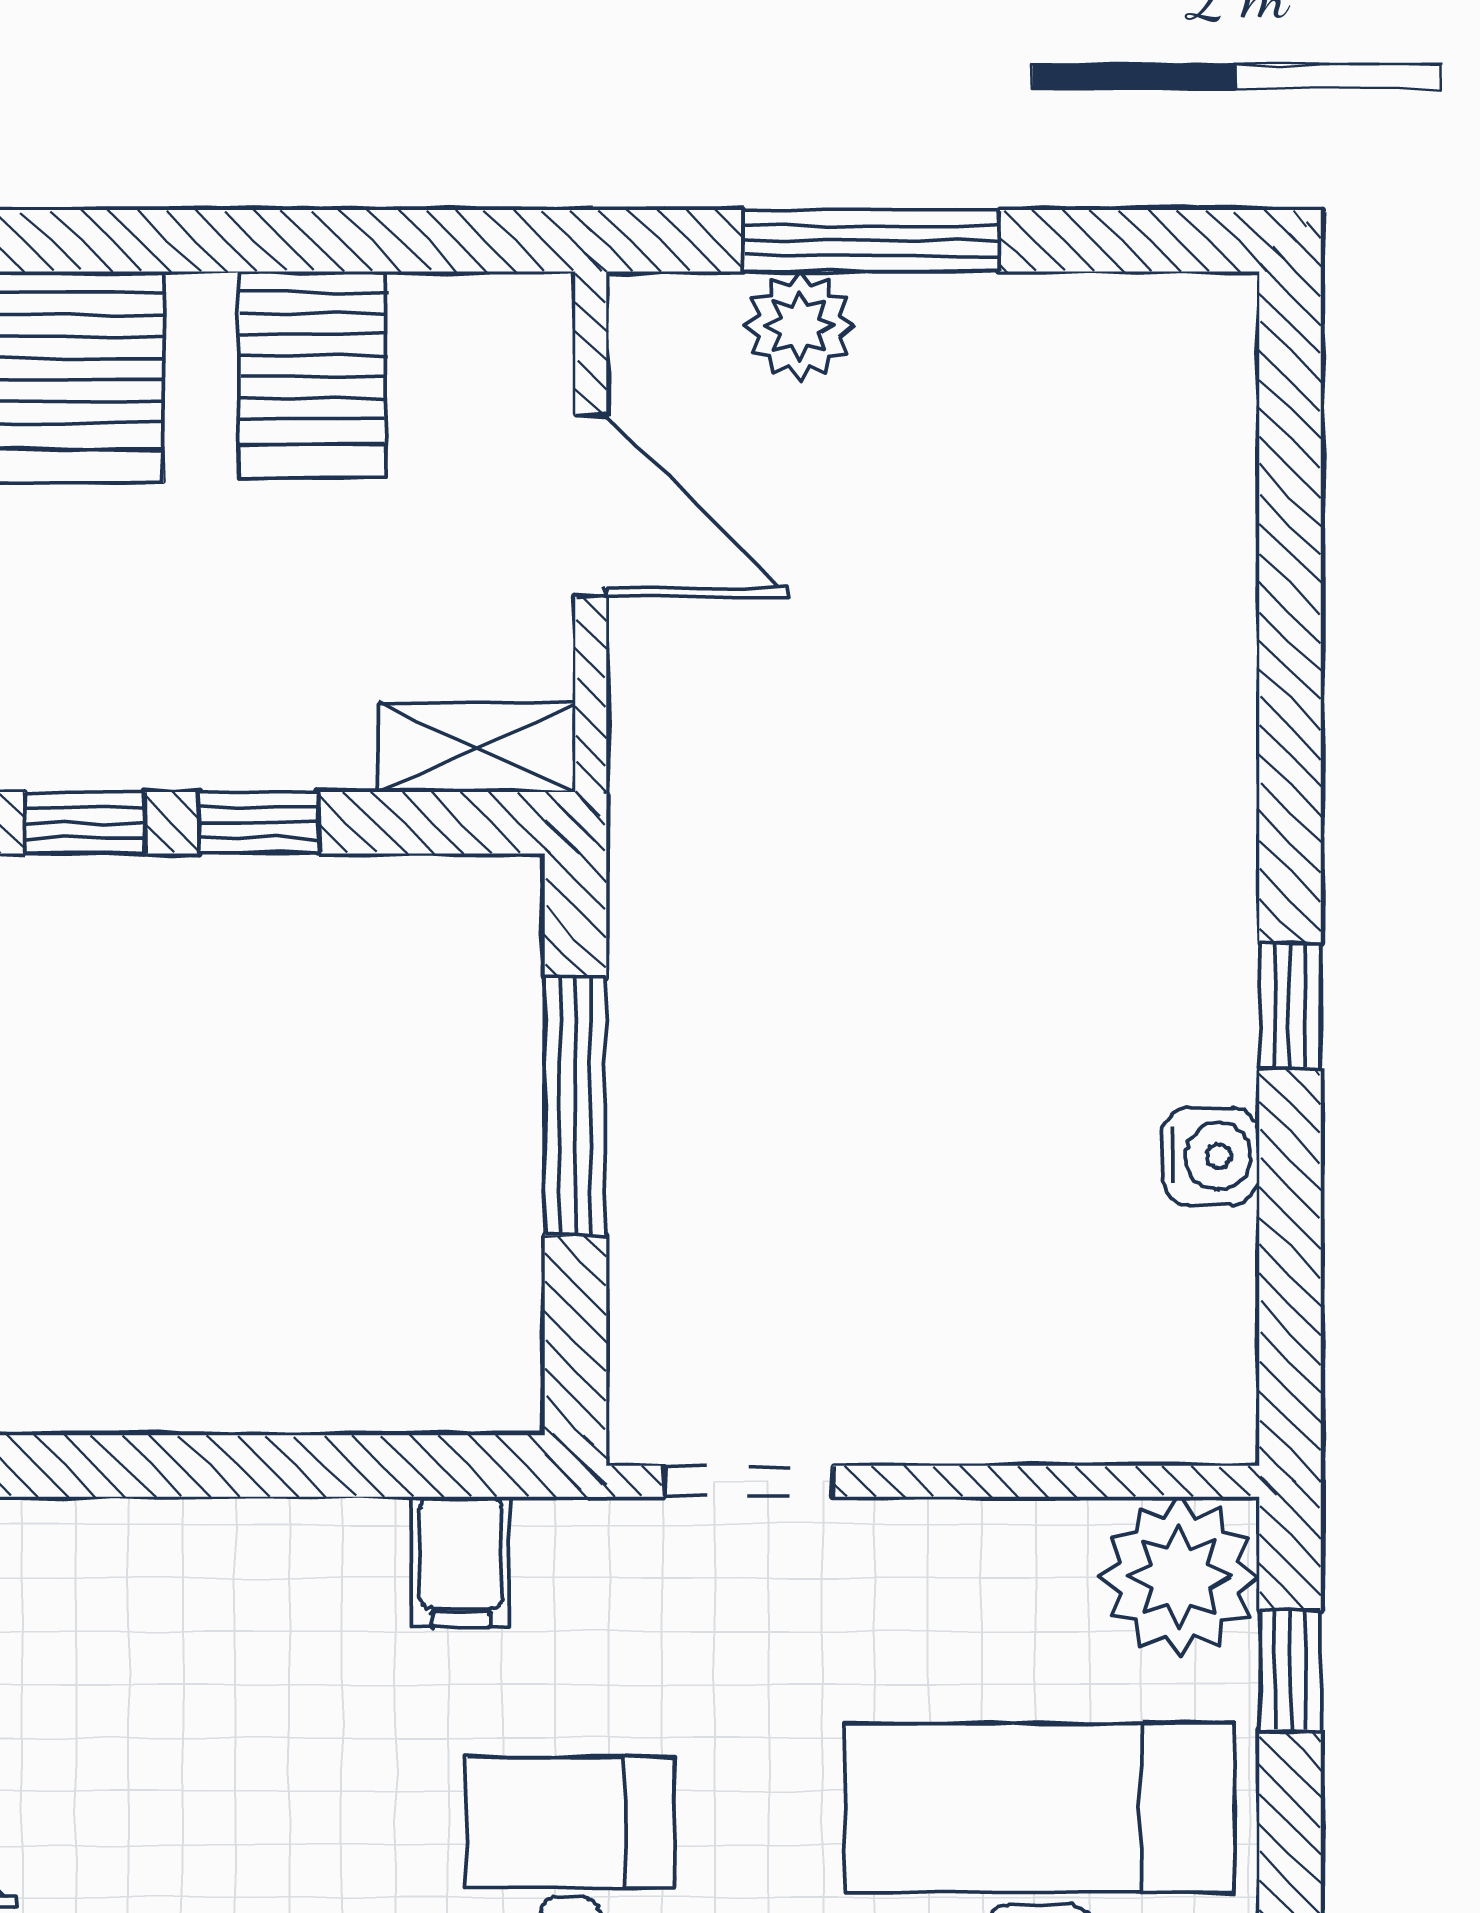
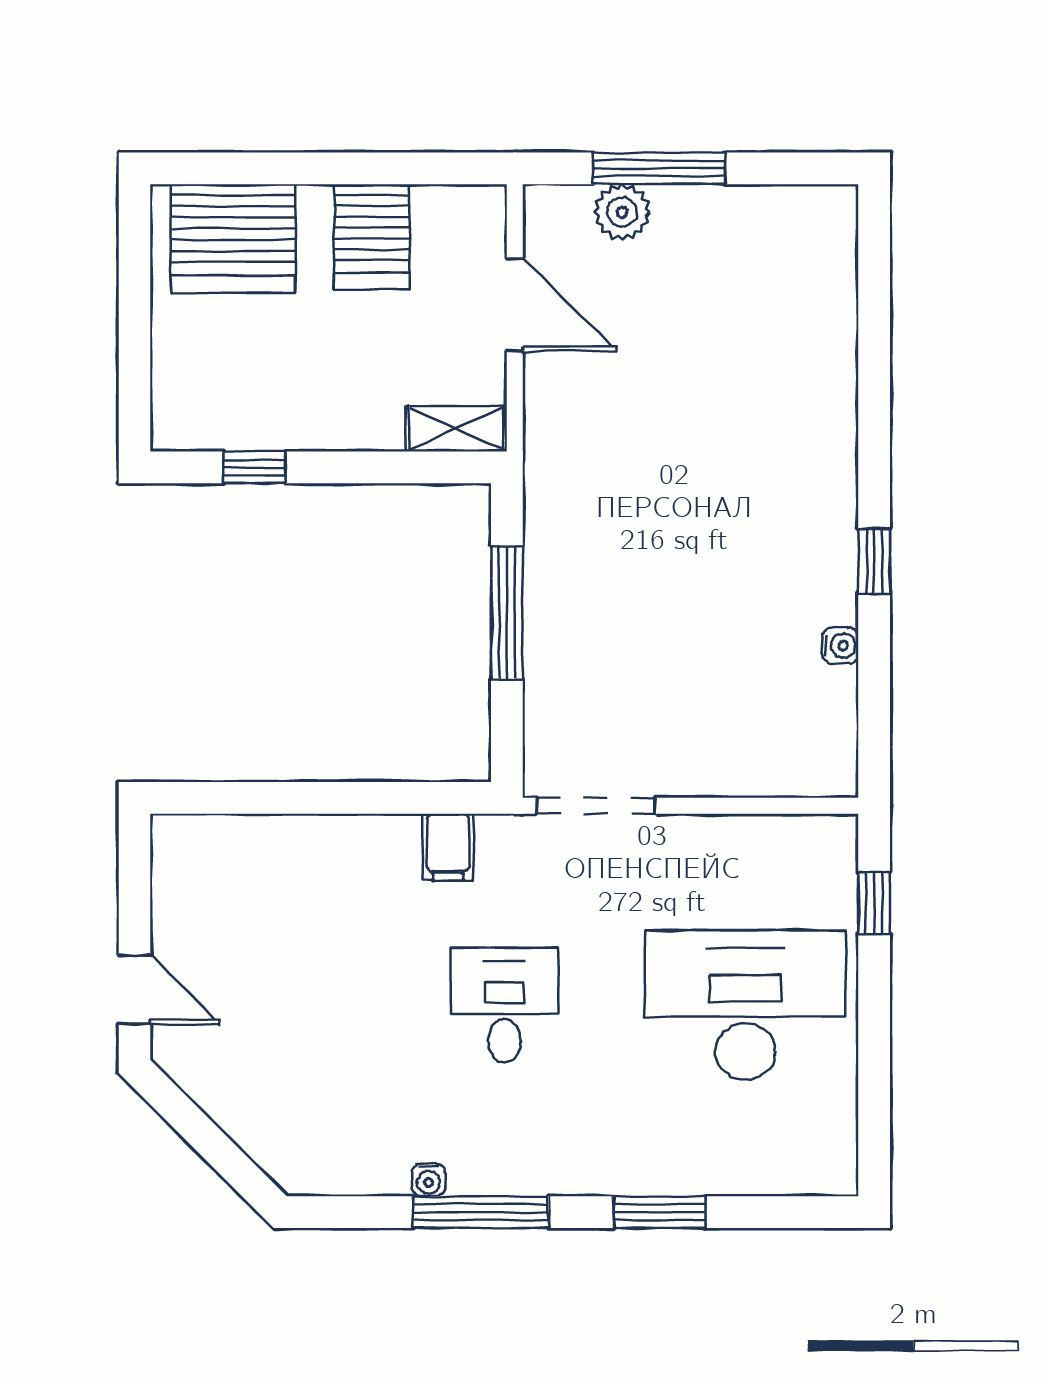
window: (259, 823) -> (344, 467), removed
water cooler: (1211, 1156) -> (840, 646), width x0.72, depth x0.72
doorway: (748, 1481) -> (596, 806), width x1.38
plant: (1179, 1577) -> (817, 855), removed

